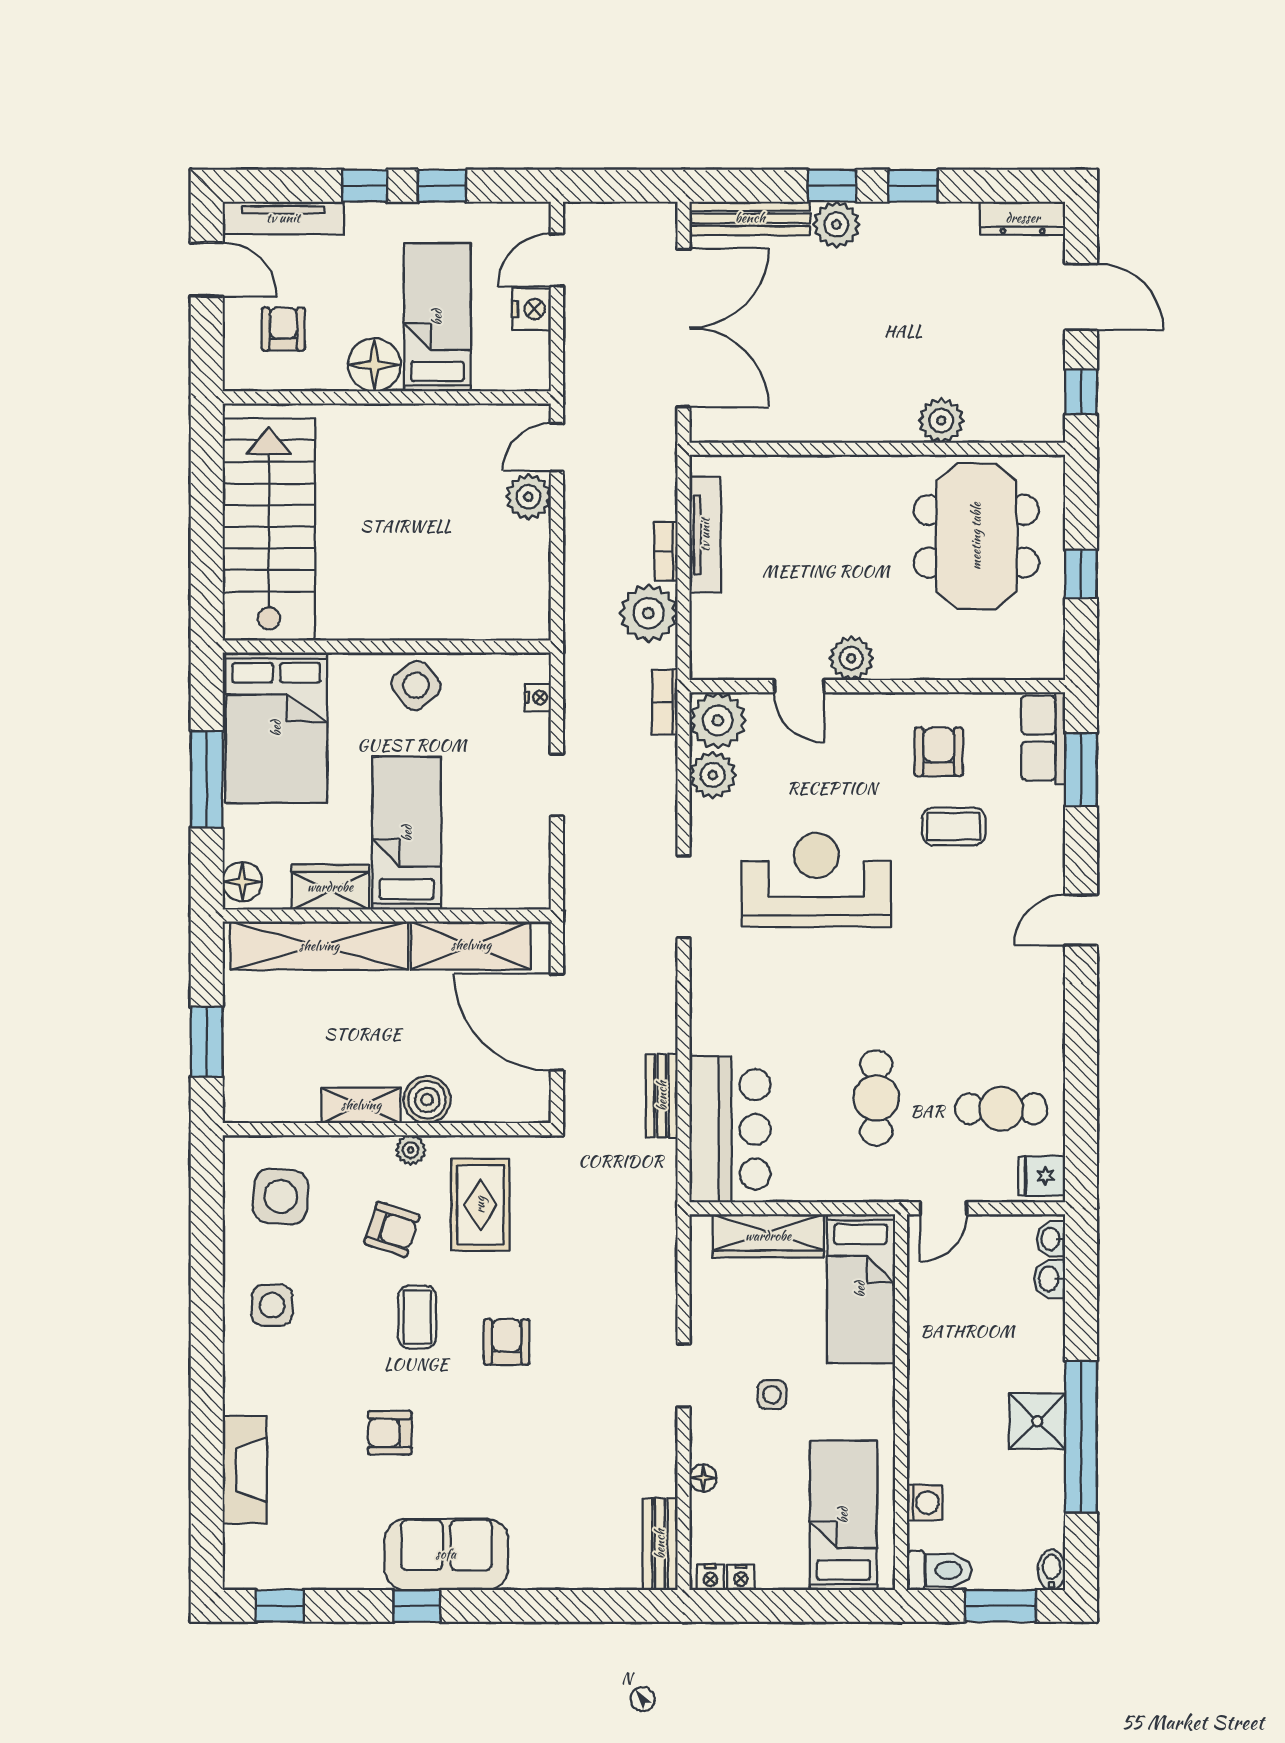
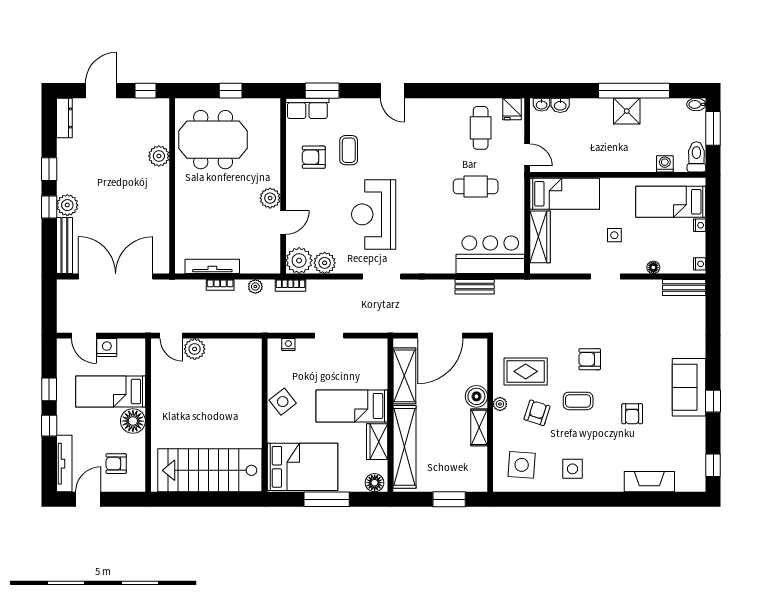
plant: (649, 613) -> (255, 287), width x0.53, depth x0.53
nightstand: (741, 1577) -> (700, 225), moved

